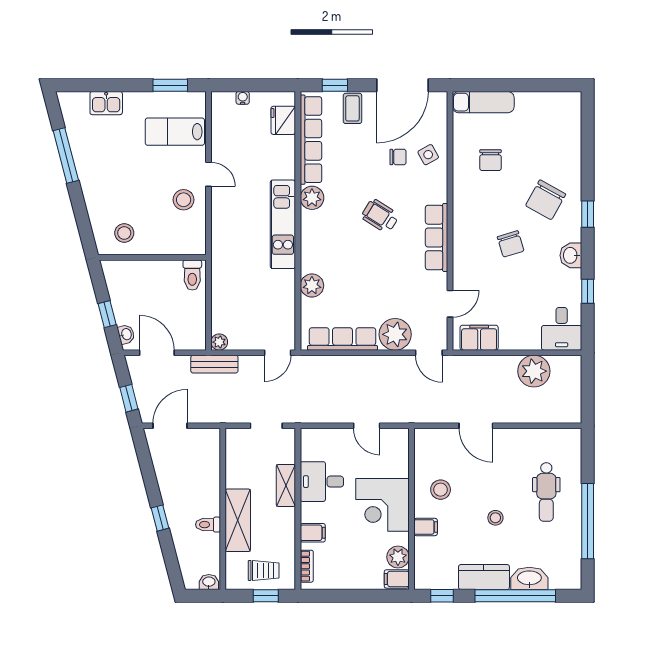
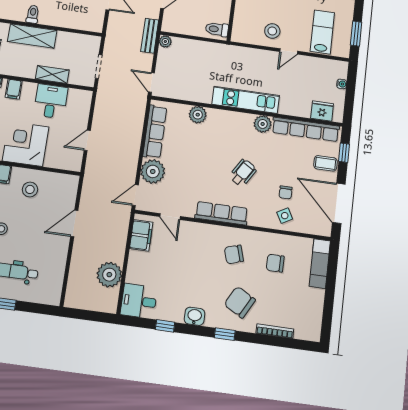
bookcase: (575, 151) -> (275, 331), added
chair: (511, 244) -> (234, 254), moved

